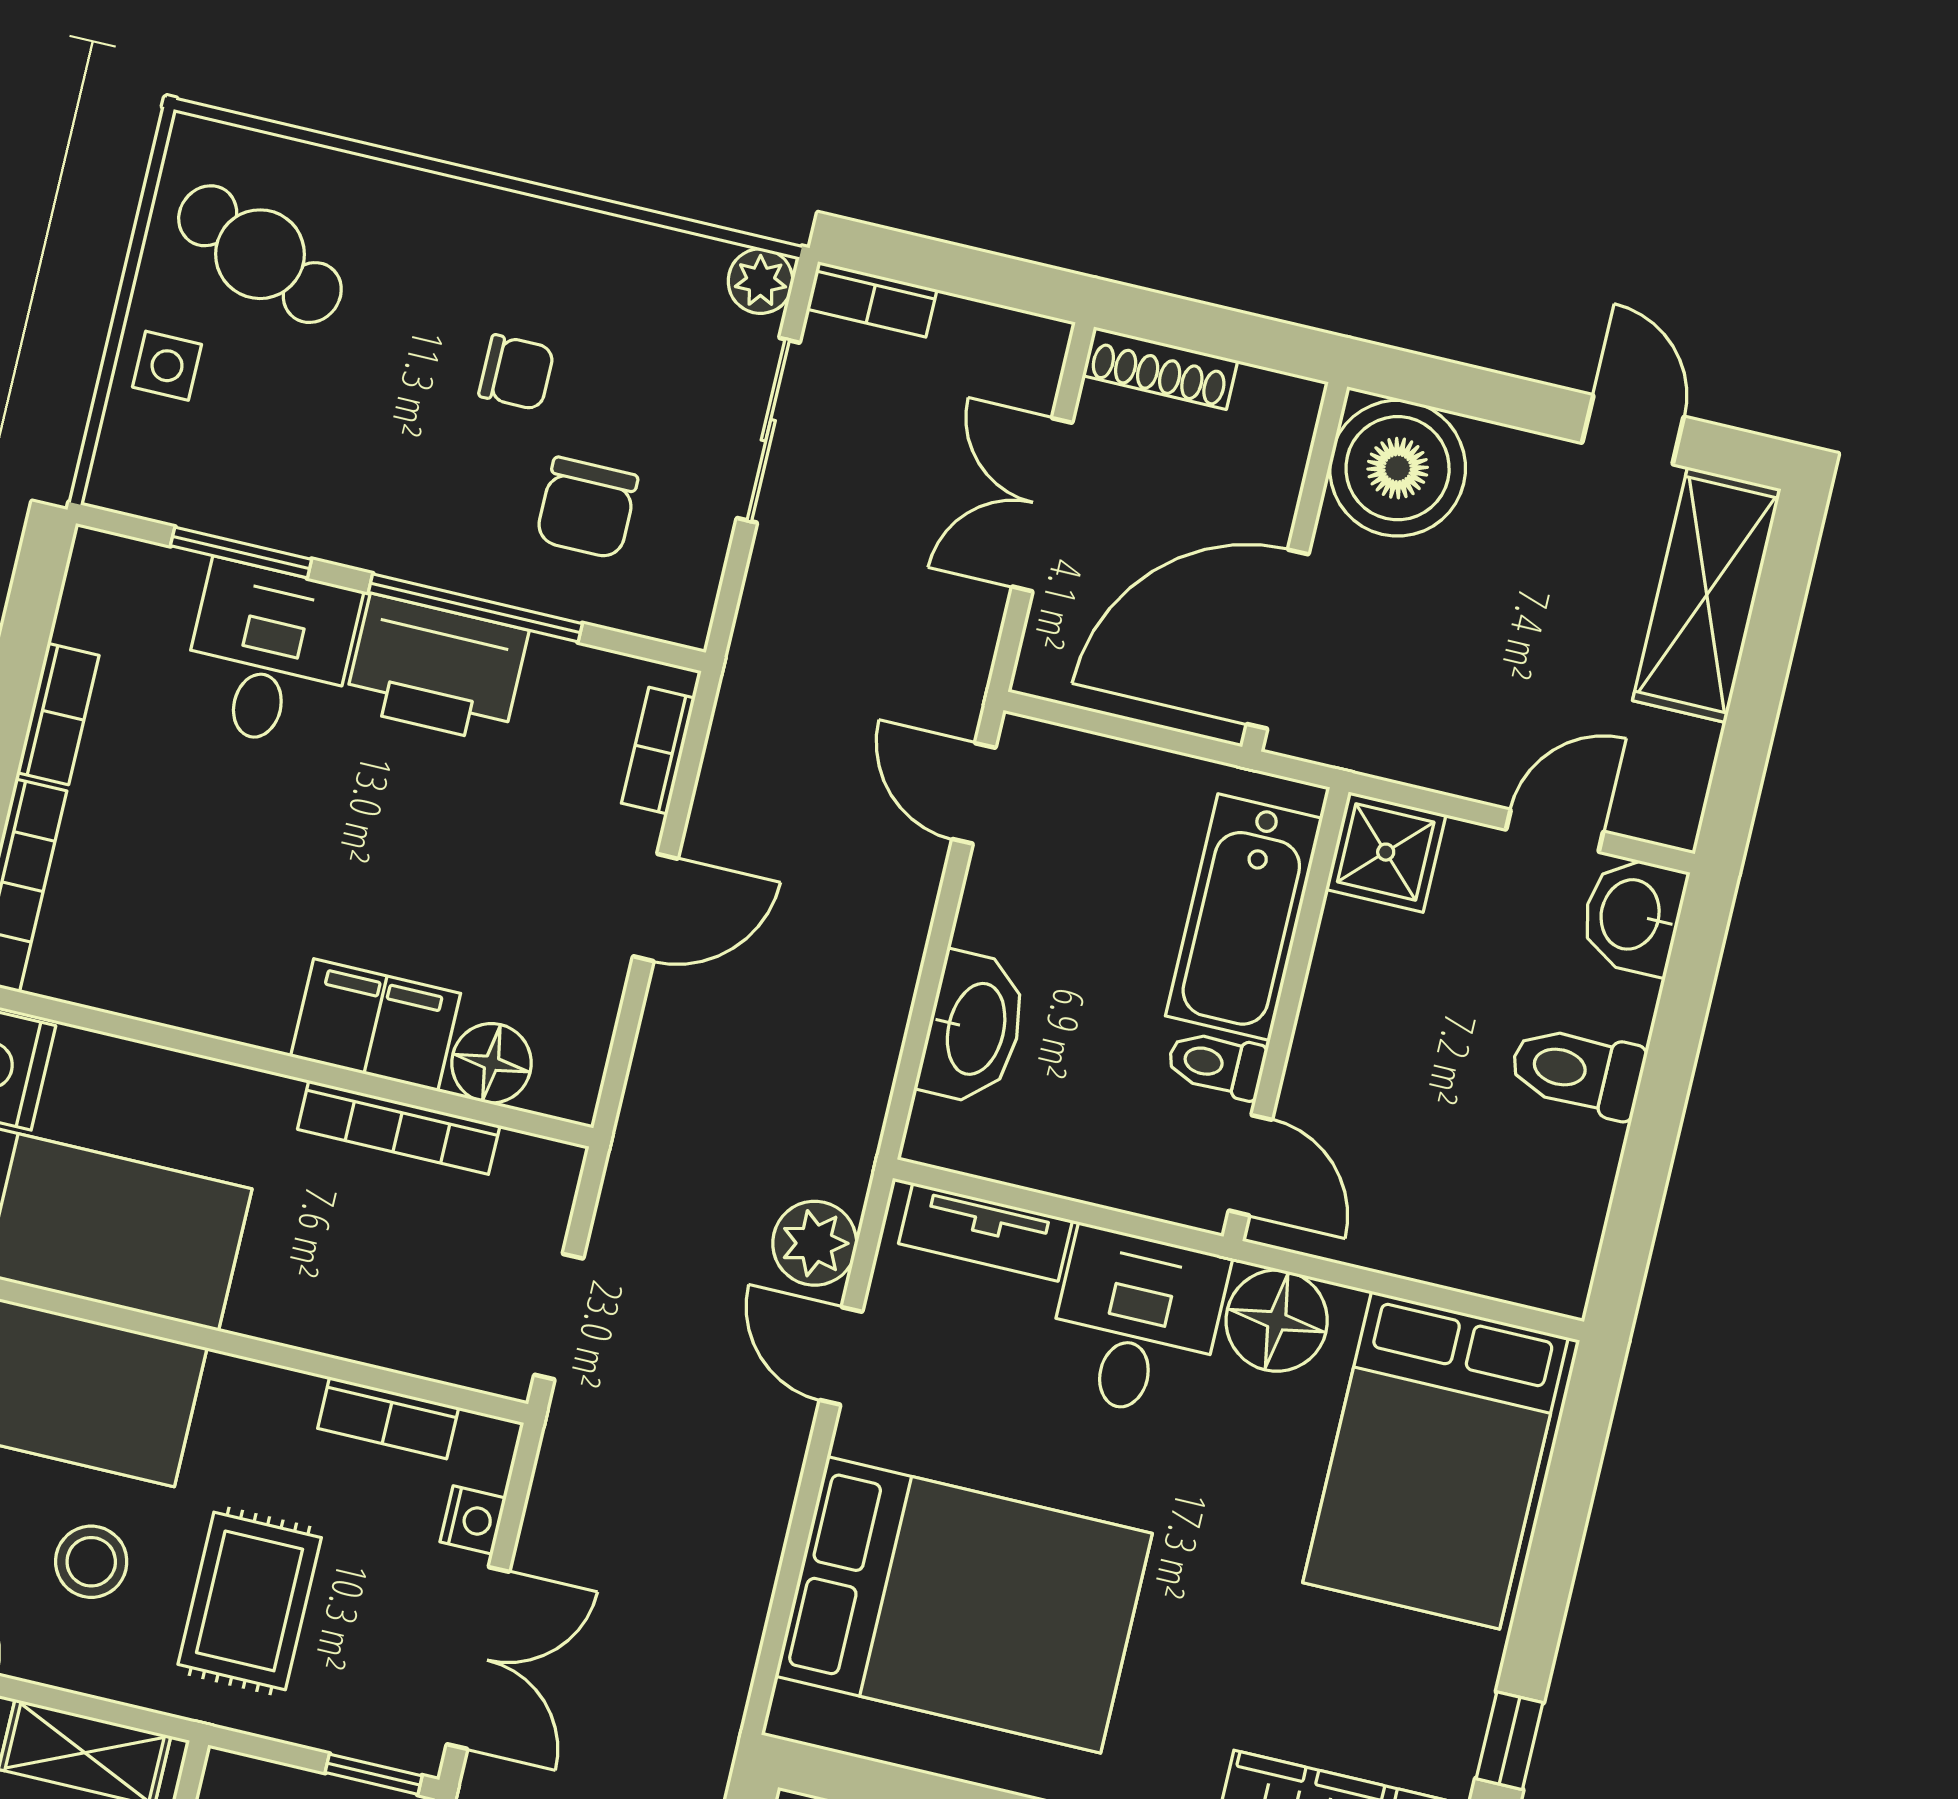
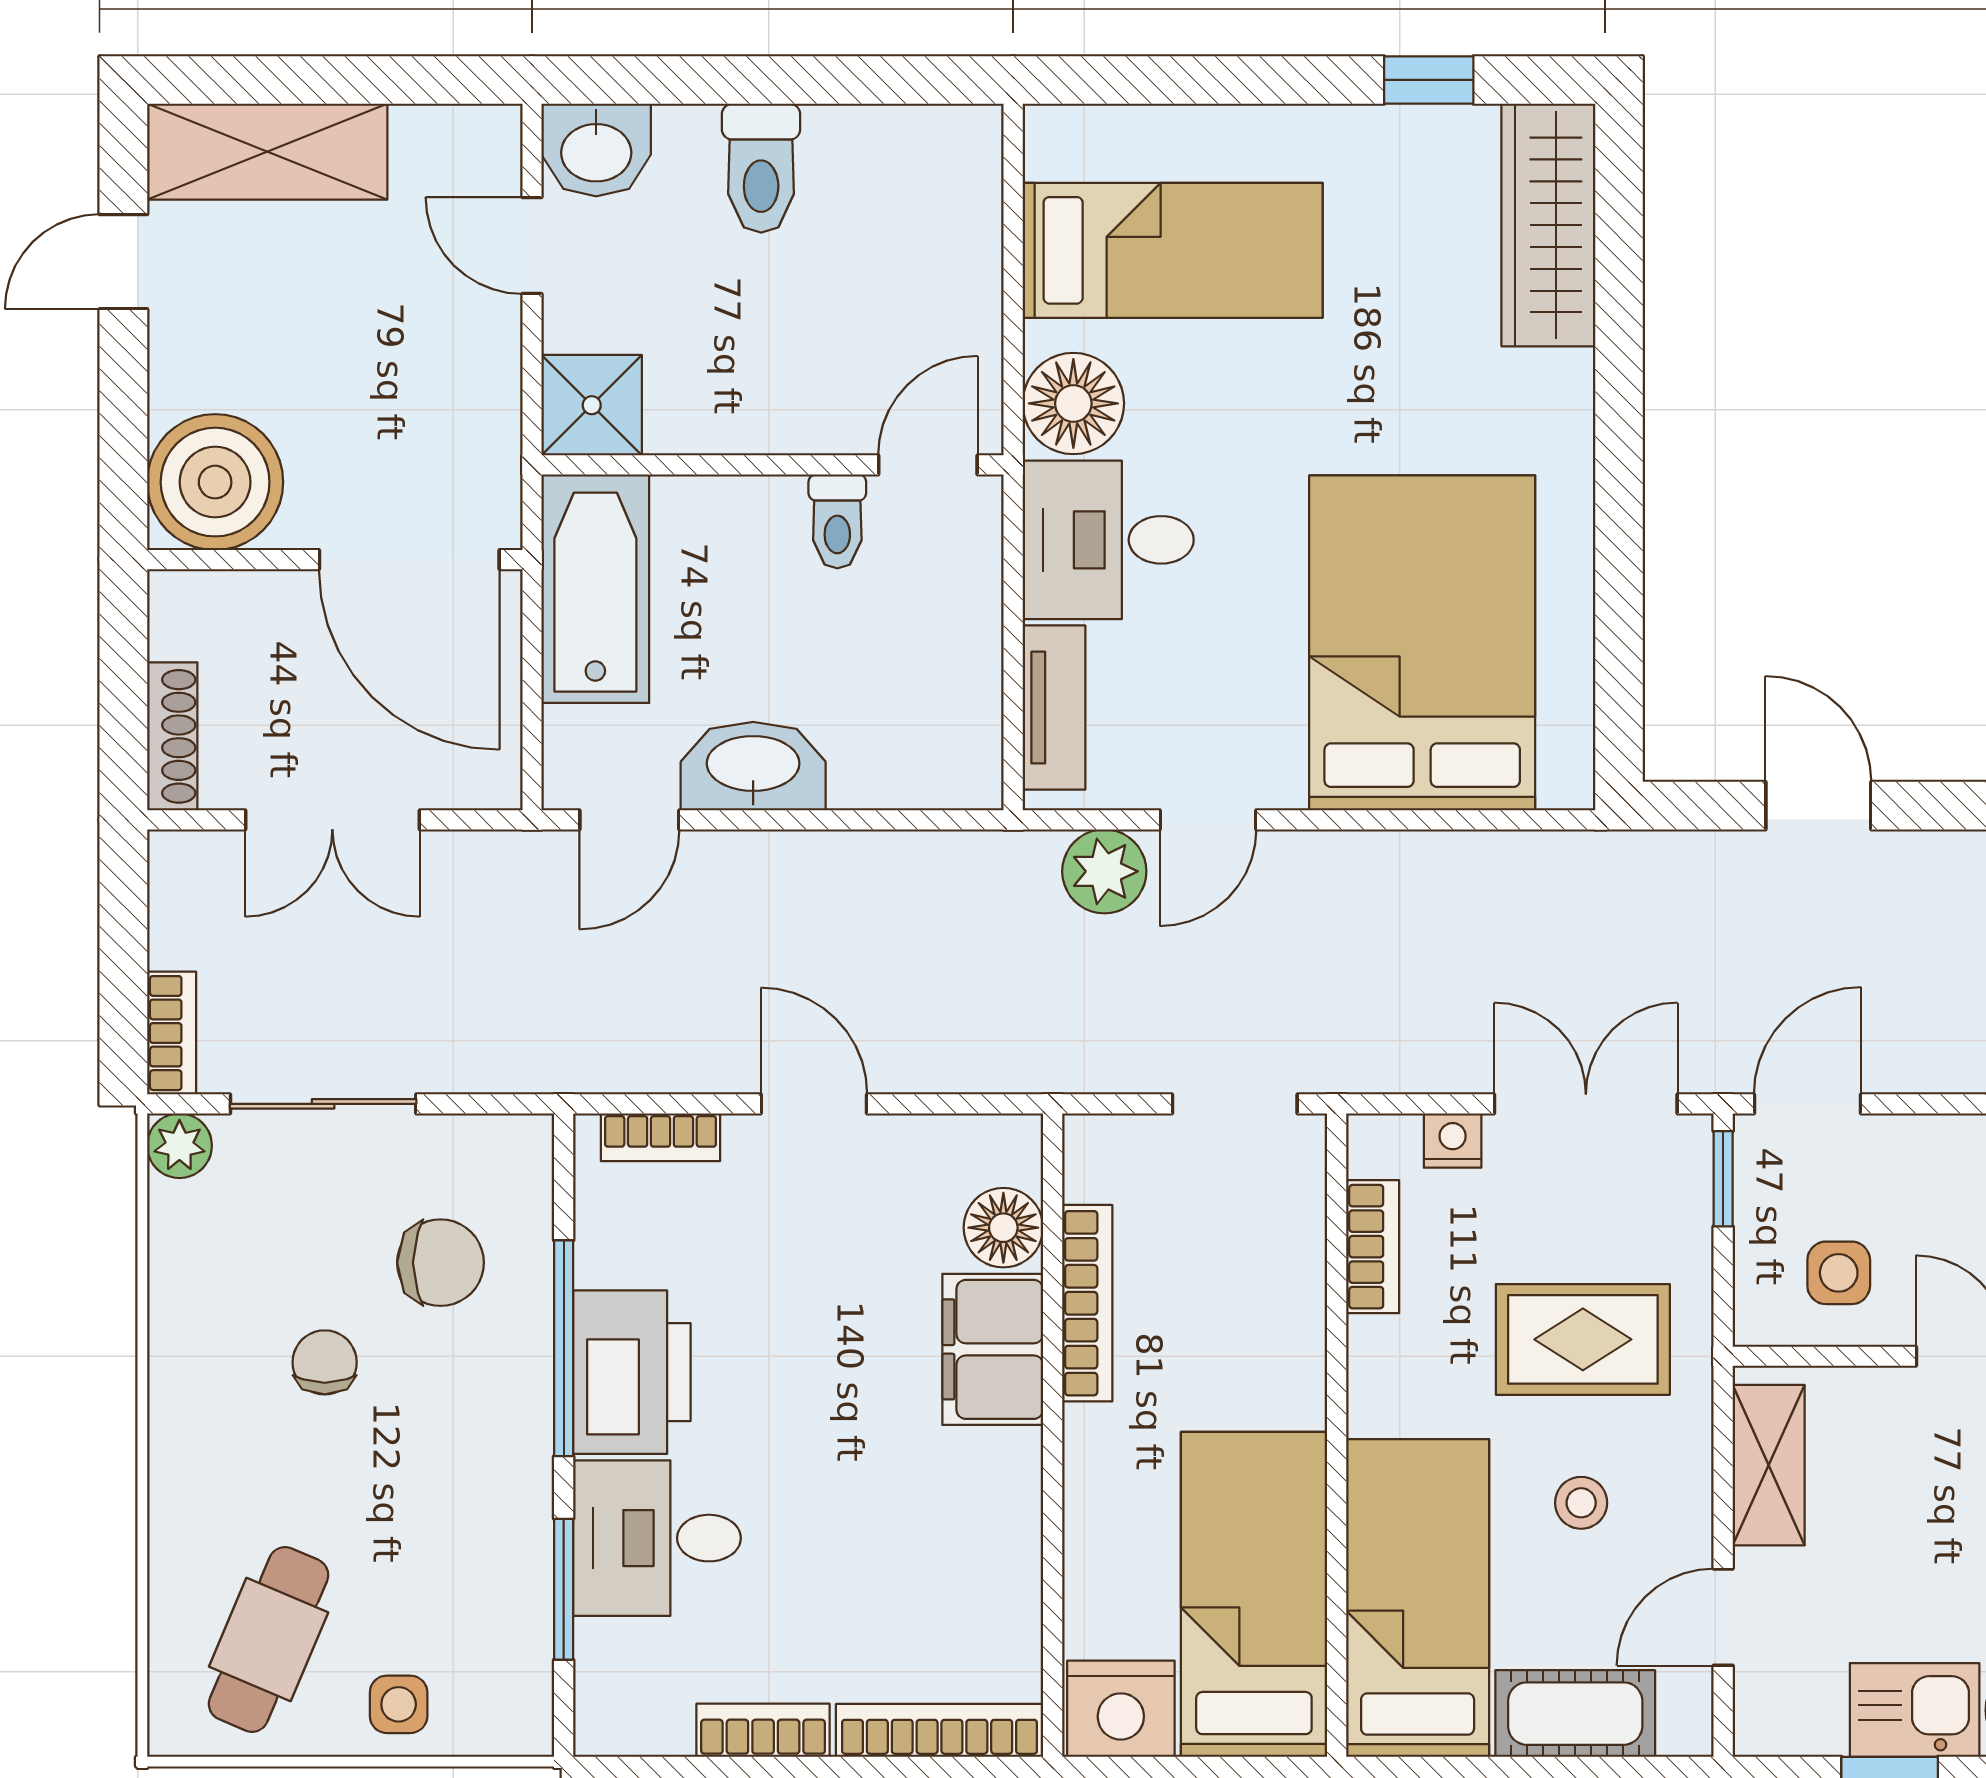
bathtub: (1244, 917) -> (595, 589), moved, turned -90
washbasin: (974, 1028) -> (753, 766), moved
bed: (1436, 1460) -> (1173, 250), width x0.67
stool: (91, 1562) -> (1581, 1503), width x0.73, depth x0.73

